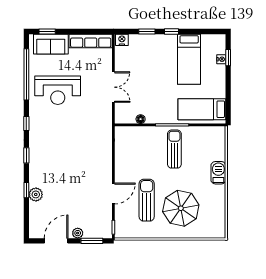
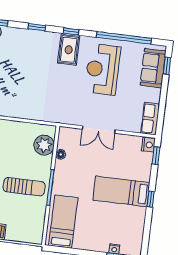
window: (147, 32) -> (156, 156), moved
row of seats: (91, 41) -> (150, 119), width x0.68
bed: (189, 59) -> (121, 191), moved
rug: (44, 124) -> (69, 50), added
plant: (134, 135) -> (44, 145), added

